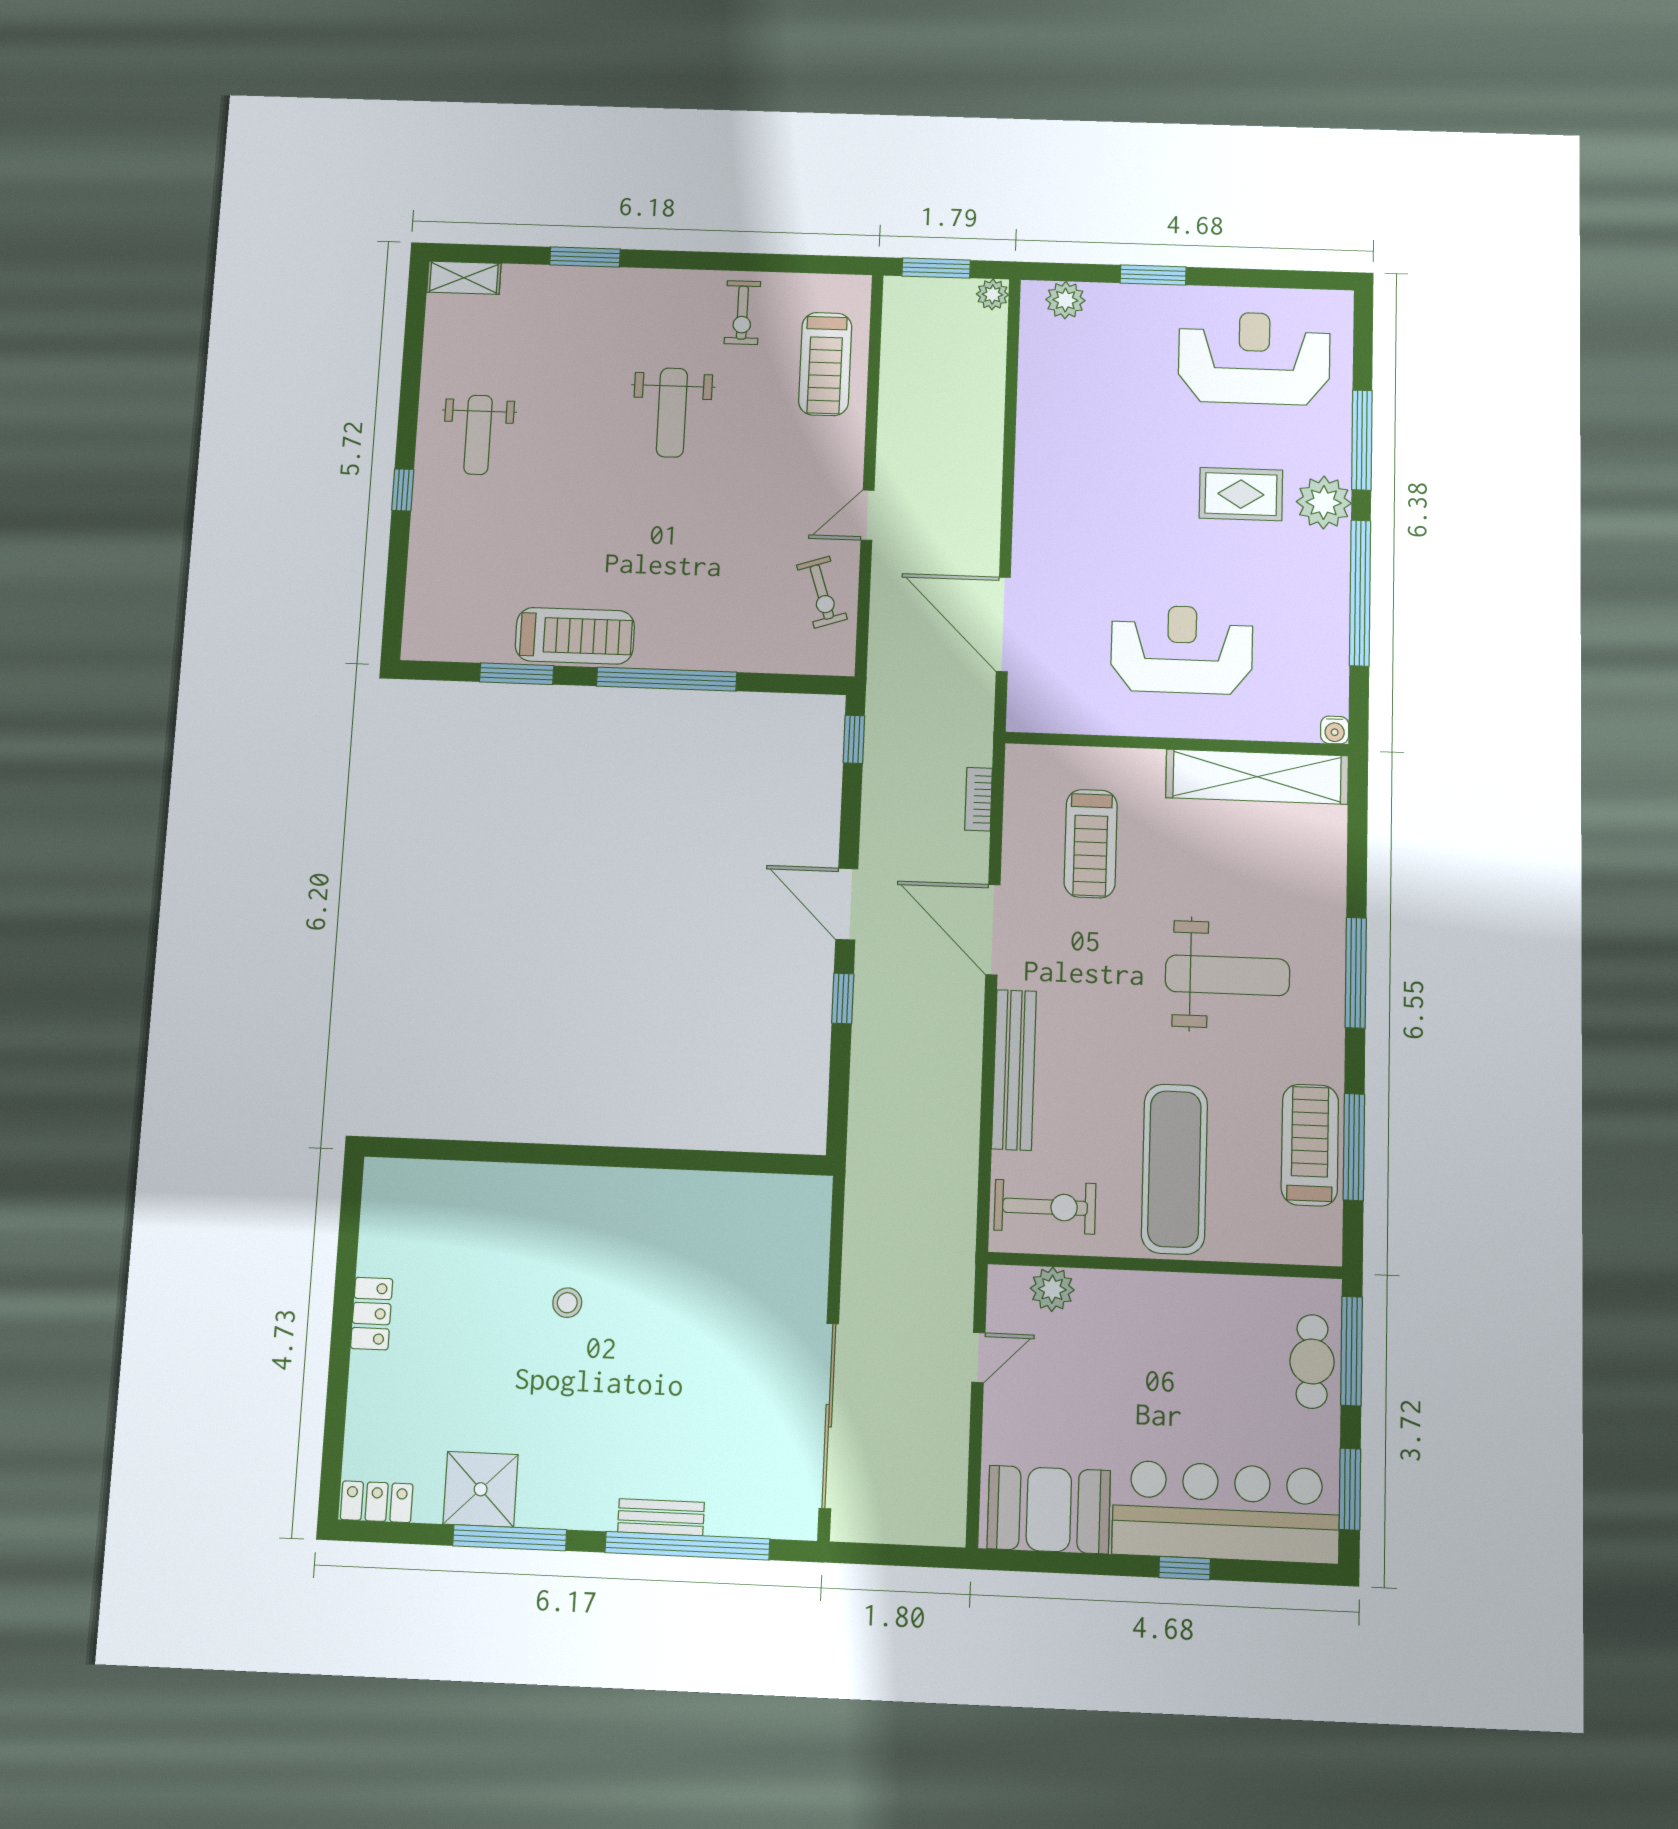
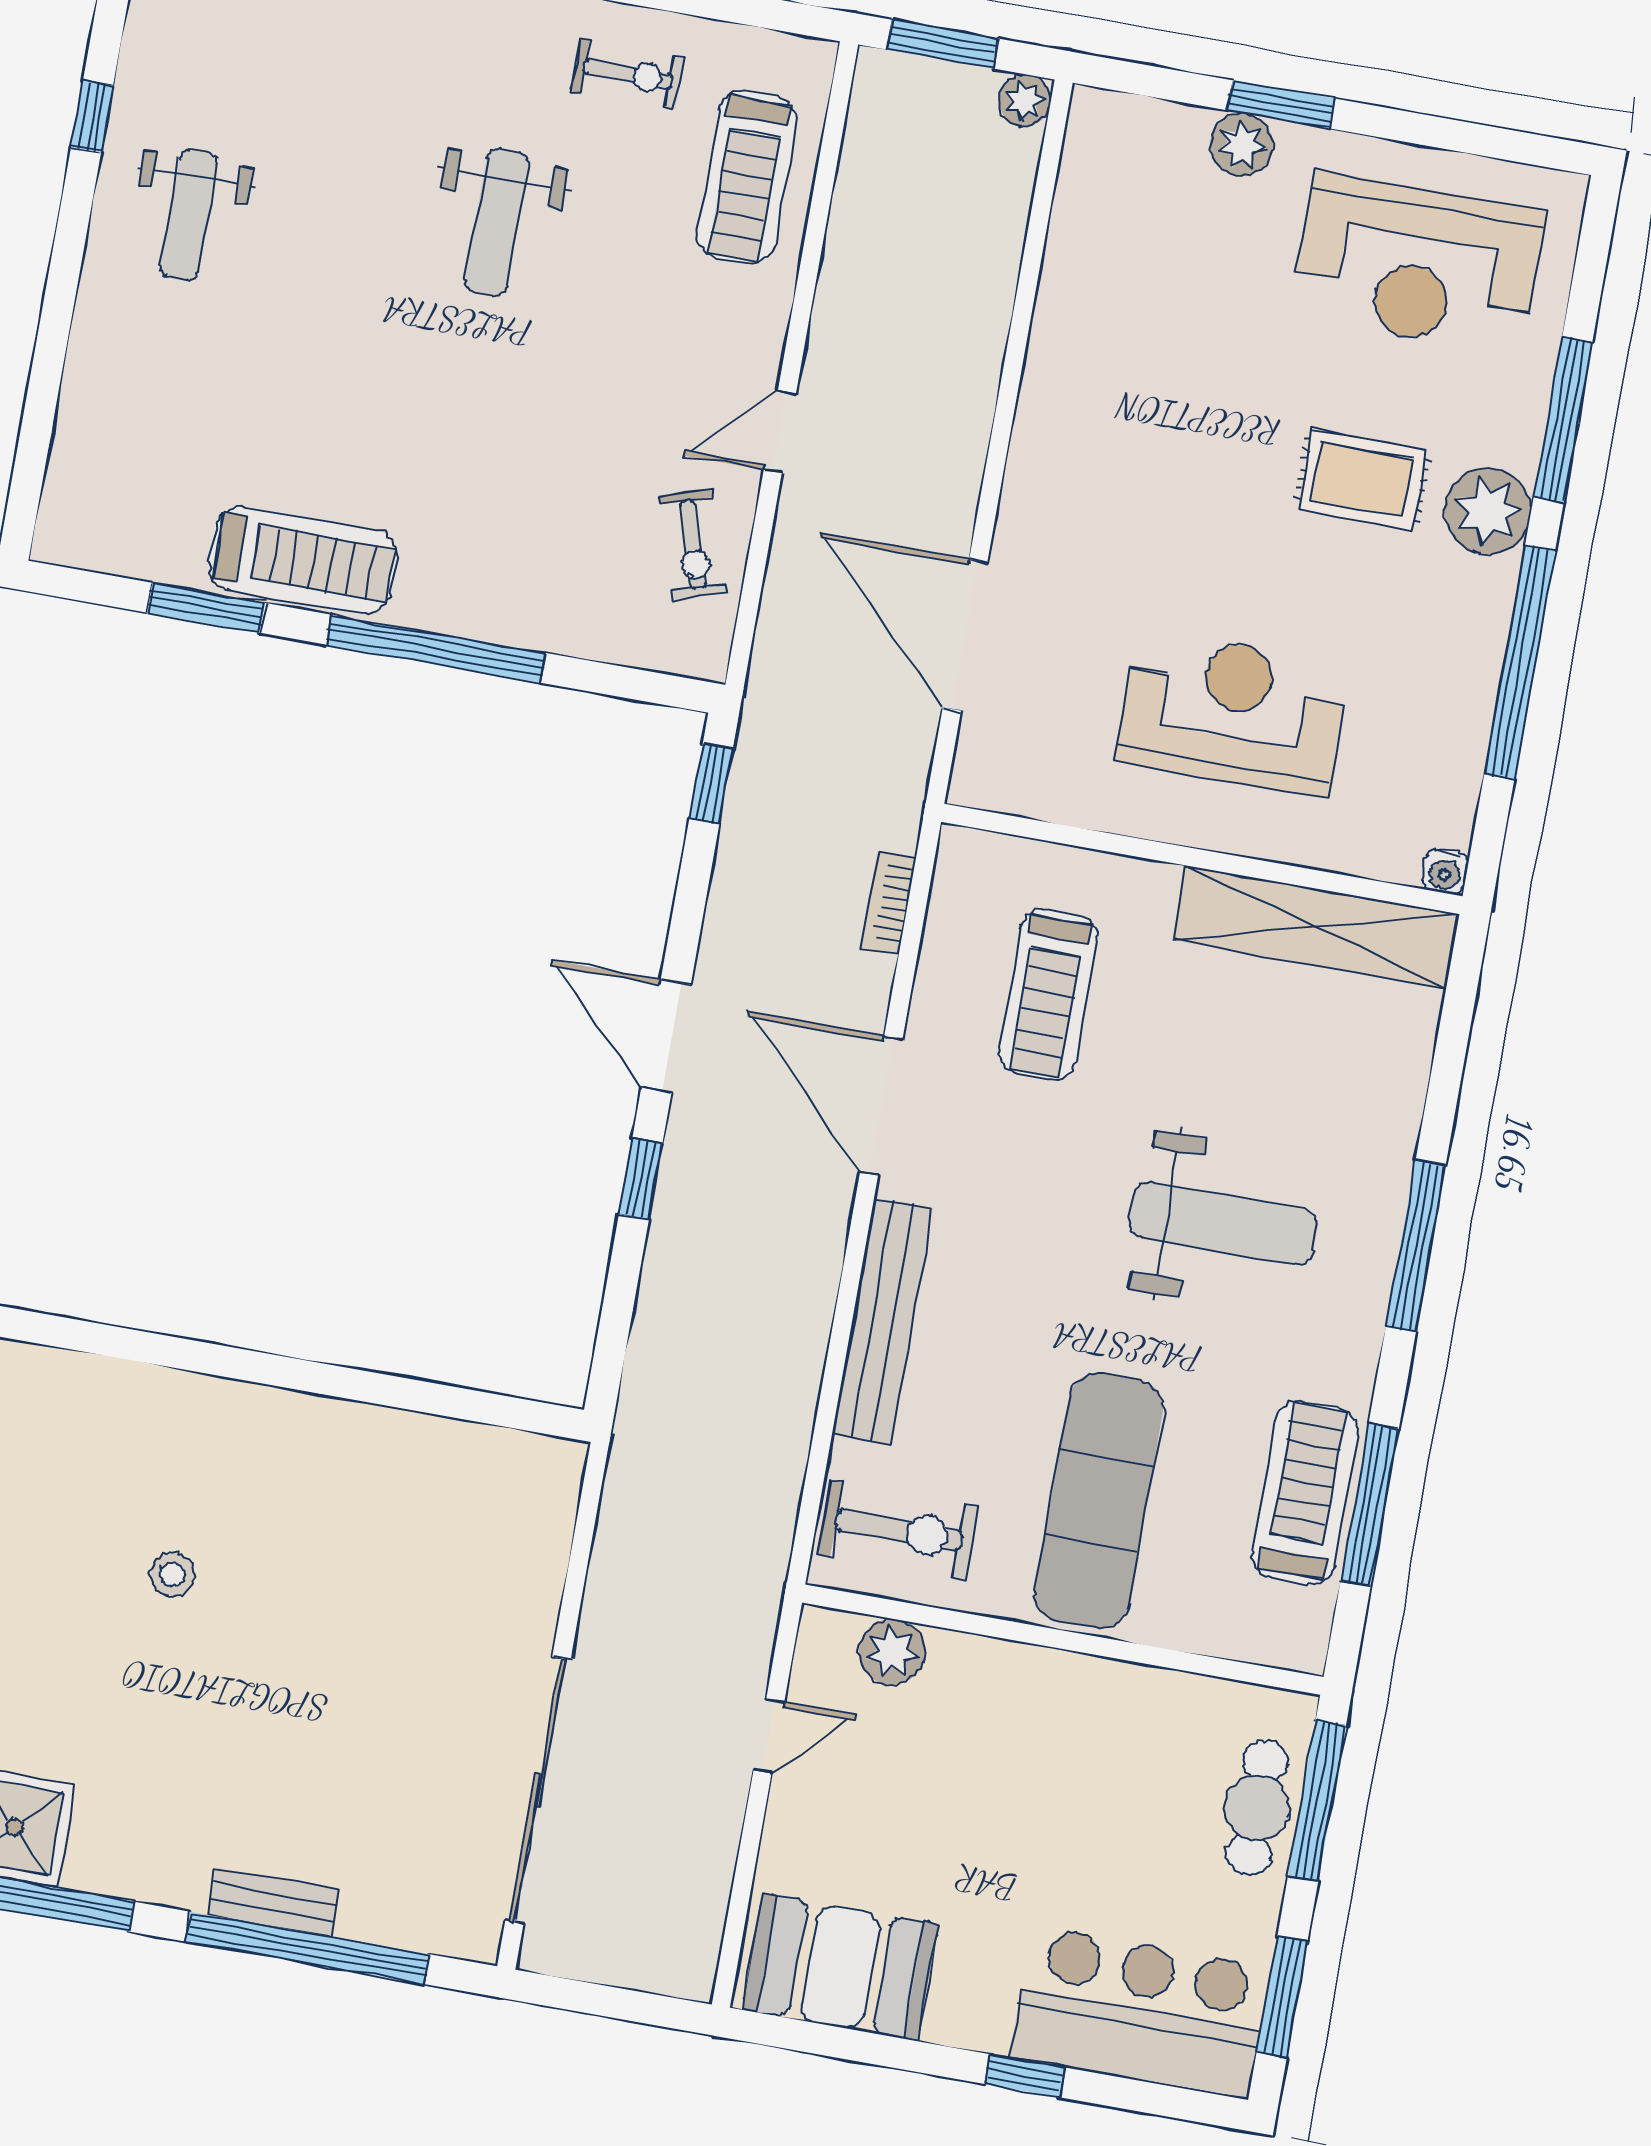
plant: (1065, 300) -> (1242, 145), moved
exercise bike: (742, 313) -> (628, 74), turned -90
reception desk: (1254, 358) -> (1418, 263), turned 180
window: (403, 490) -> (92, 117), moved
bar counter: (1226, 1512) -> (1141, 2012), width x0.73

